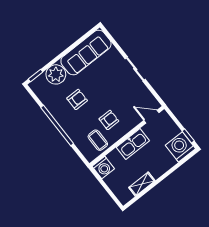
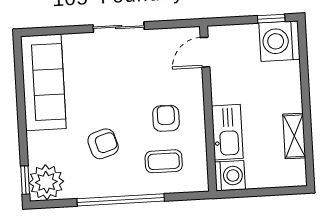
plant: (56, 74) -> (46, 182), moved
armchair: (77, 99) -> (103, 144), turned 73
coffee table: (98, 140) -> (164, 161), moved
kitchen sink: (133, 144) -> (227, 132), moved

